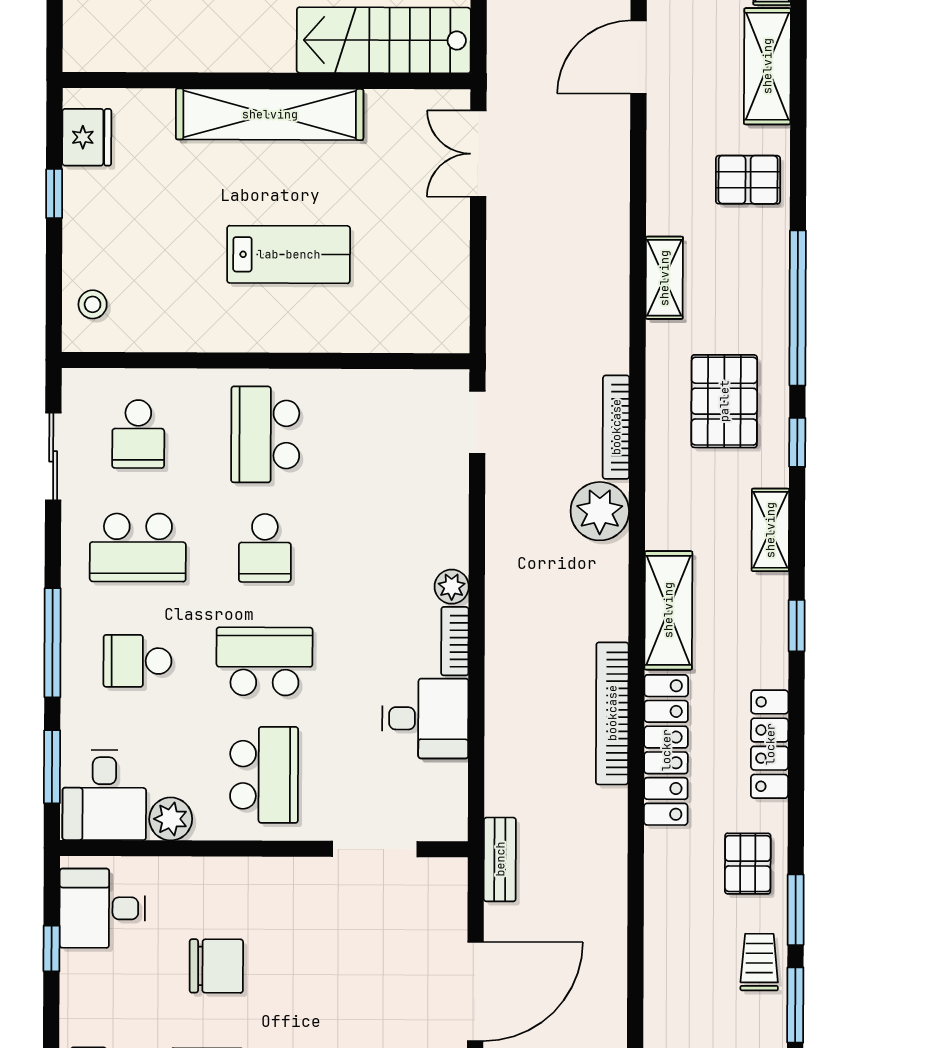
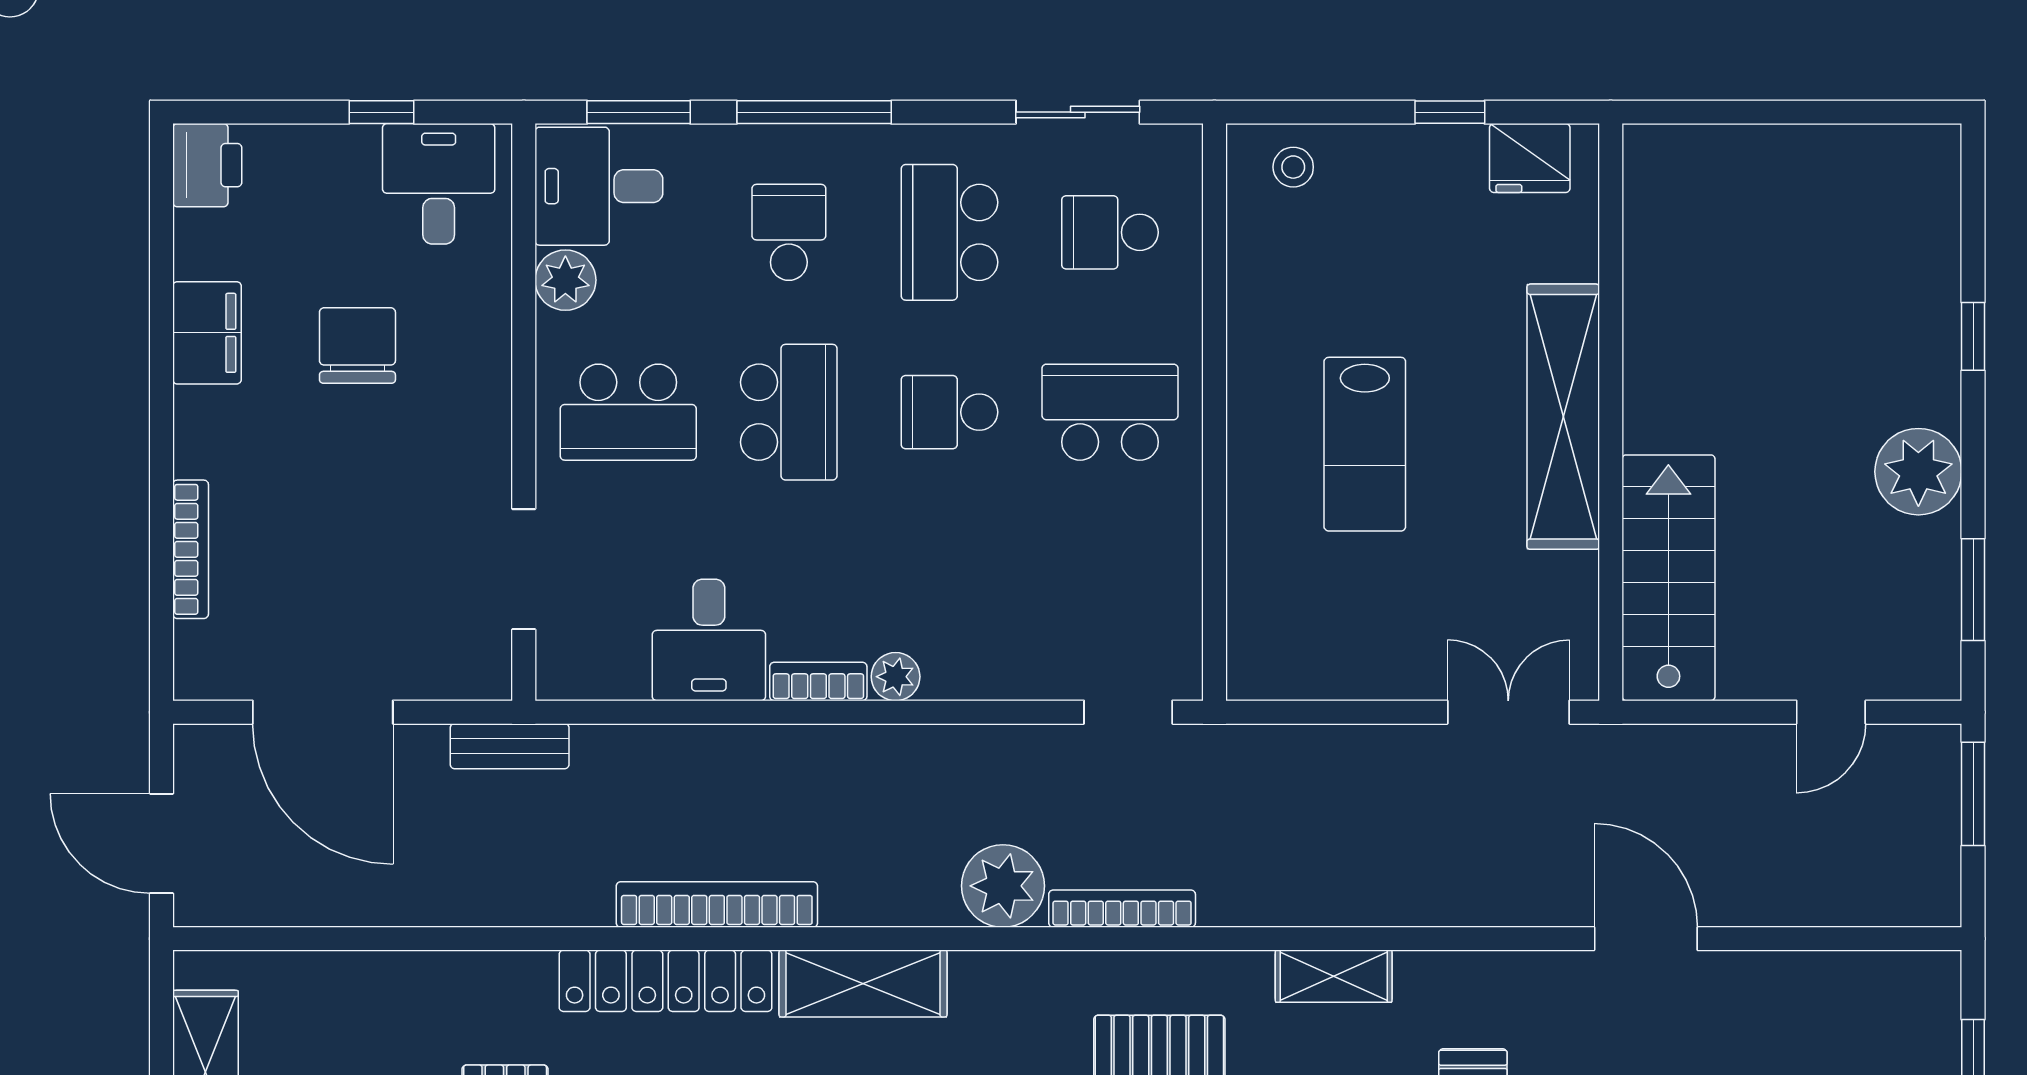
chair: (216, 966) -> (357, 345), turned 180

